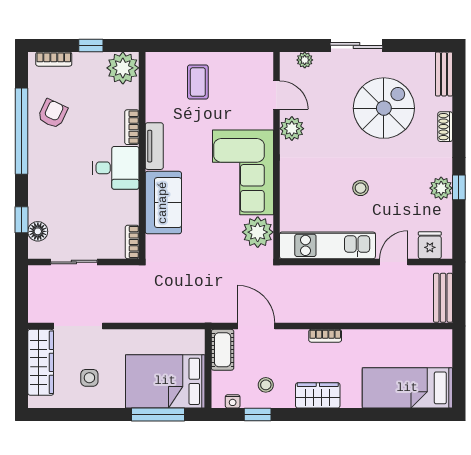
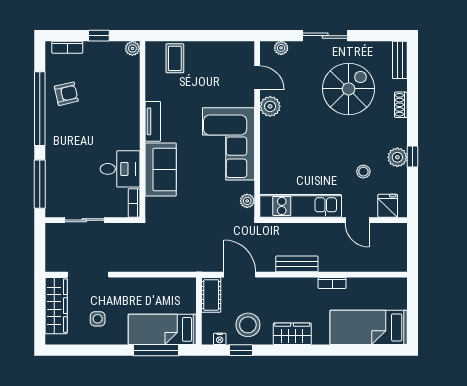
plant: (123, 68) -> (132, 48), width x0.53, depth x0.53
coffee table: (198, 82) -> (175, 58), moved
armchair: (53, 114) -> (66, 94), turned 52
bookcase: (132, 127) -> (134, 105), removed
desk: (116, 168) -> (120, 169), moved
stool: (361, 188) -> (363, 172), moved
window: (22, 220) -> (40, 184), width x2.17
floor lamp: (38, 231) -> (54, 194), removed
plant: (258, 232) -> (247, 201), width x0.53, depth x0.53
door: (394, 262) -> (357, 220), swing flipped
bench: (443, 298) -> (297, 264), moved, turned 90
bookcase: (325, 336) -> (332, 283), moved
bed: (165, 381) -> (162, 329), width x0.67
stool: (266, 385) -> (248, 325), width x1.89, depth x1.89

